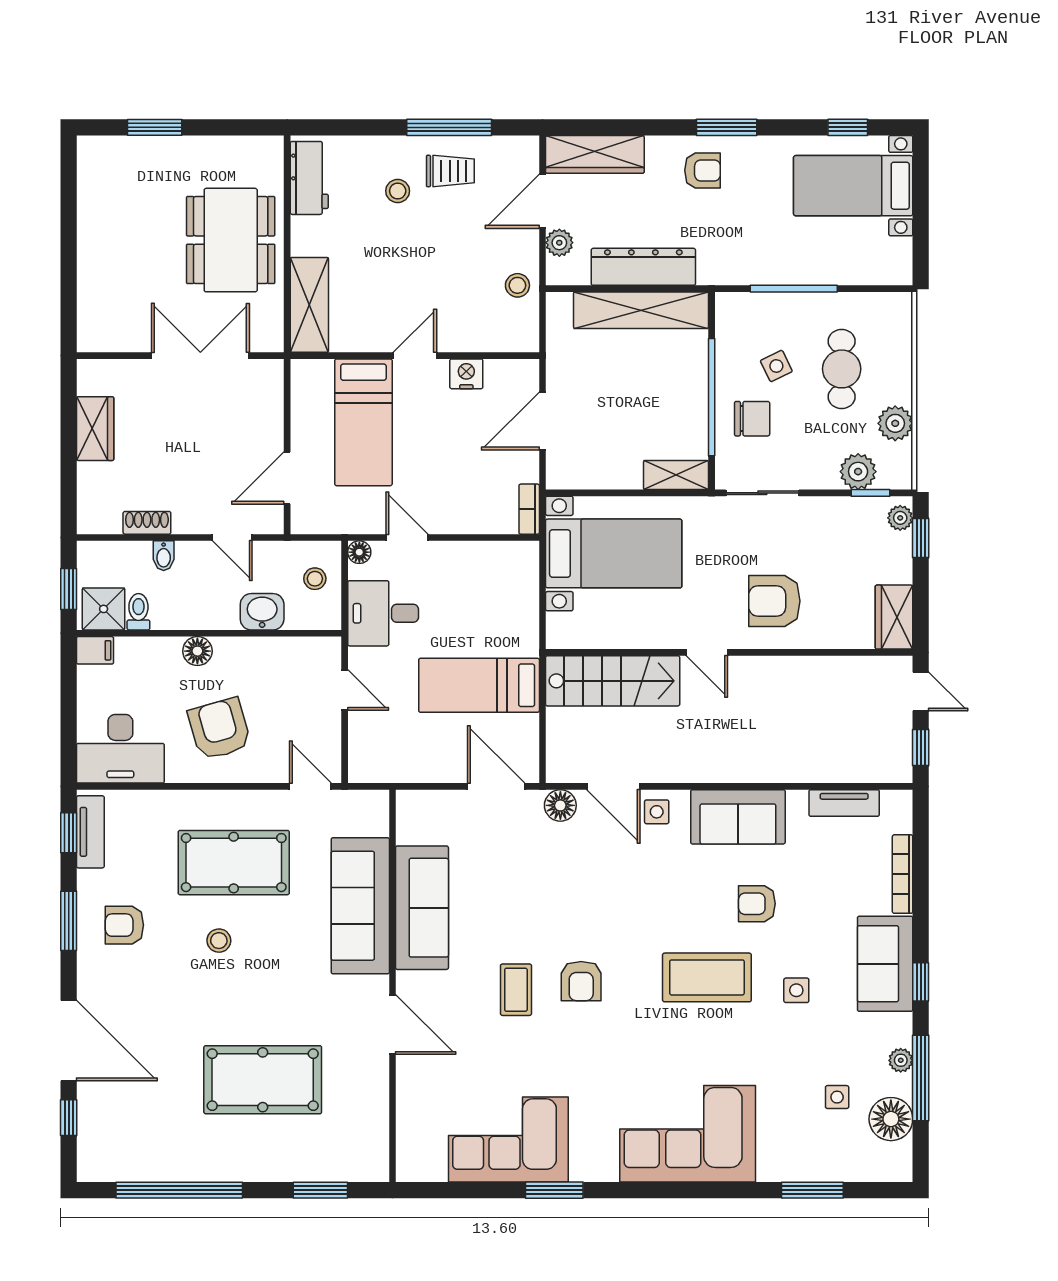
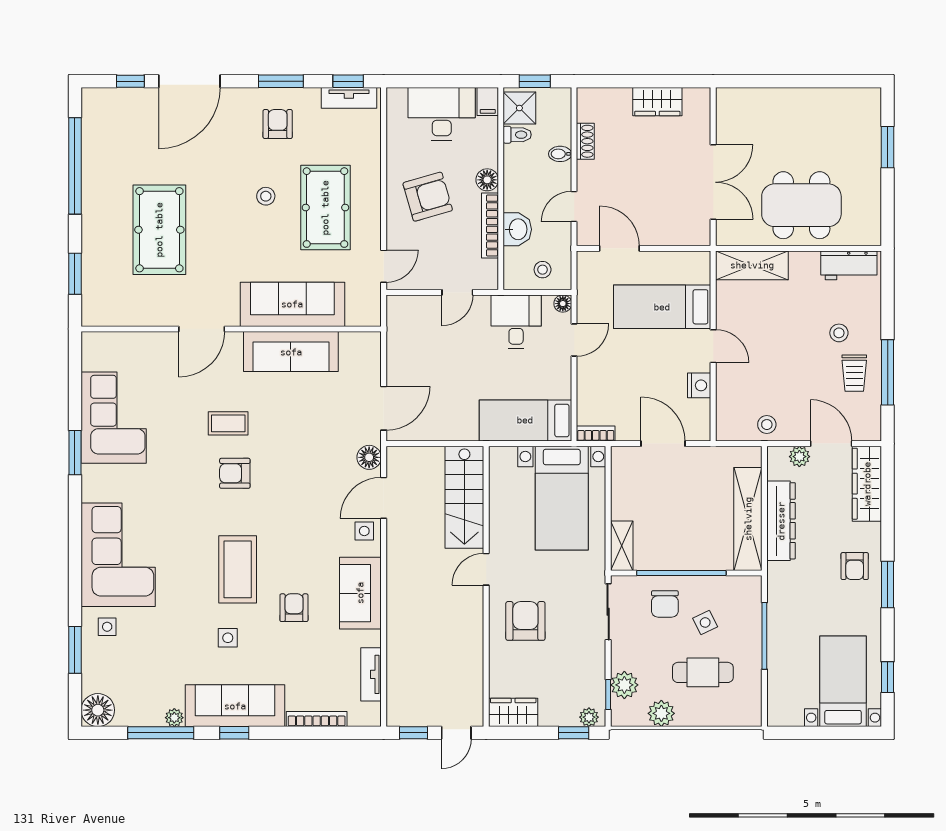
bookcase: (257, 647) -> (490, 225), added
bed: (479, 685) -> (525, 420), moved, turned -90
desk: (120, 749) -> (442, 114), moved, turned 90
sofa: (885, 964) -> (235, 706), width x1.36
side table: (837, 1097) -> (107, 627), moved
floor lamp: (891, 1119) -> (98, 710), moved

